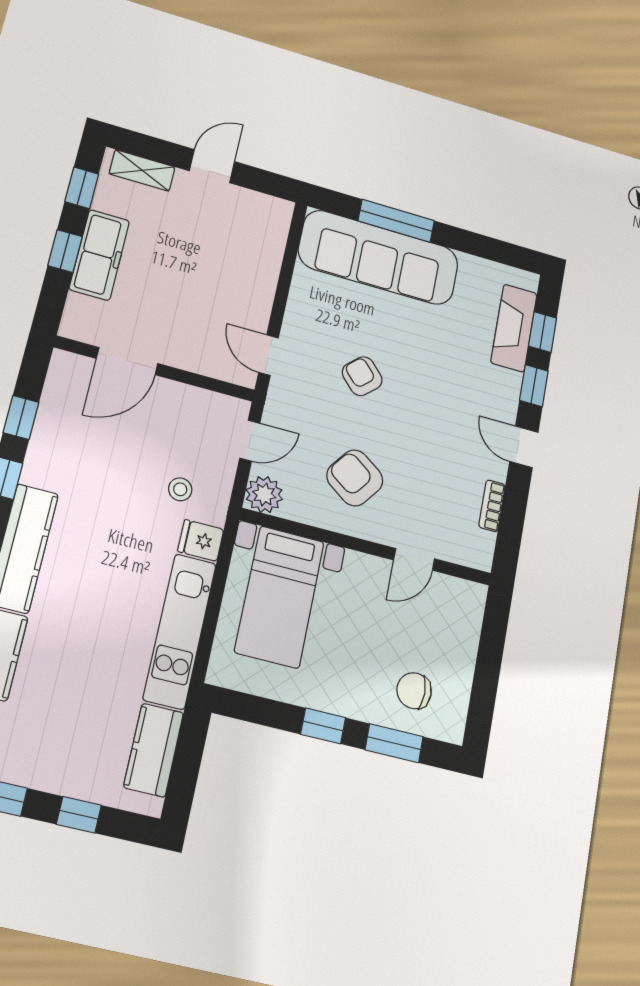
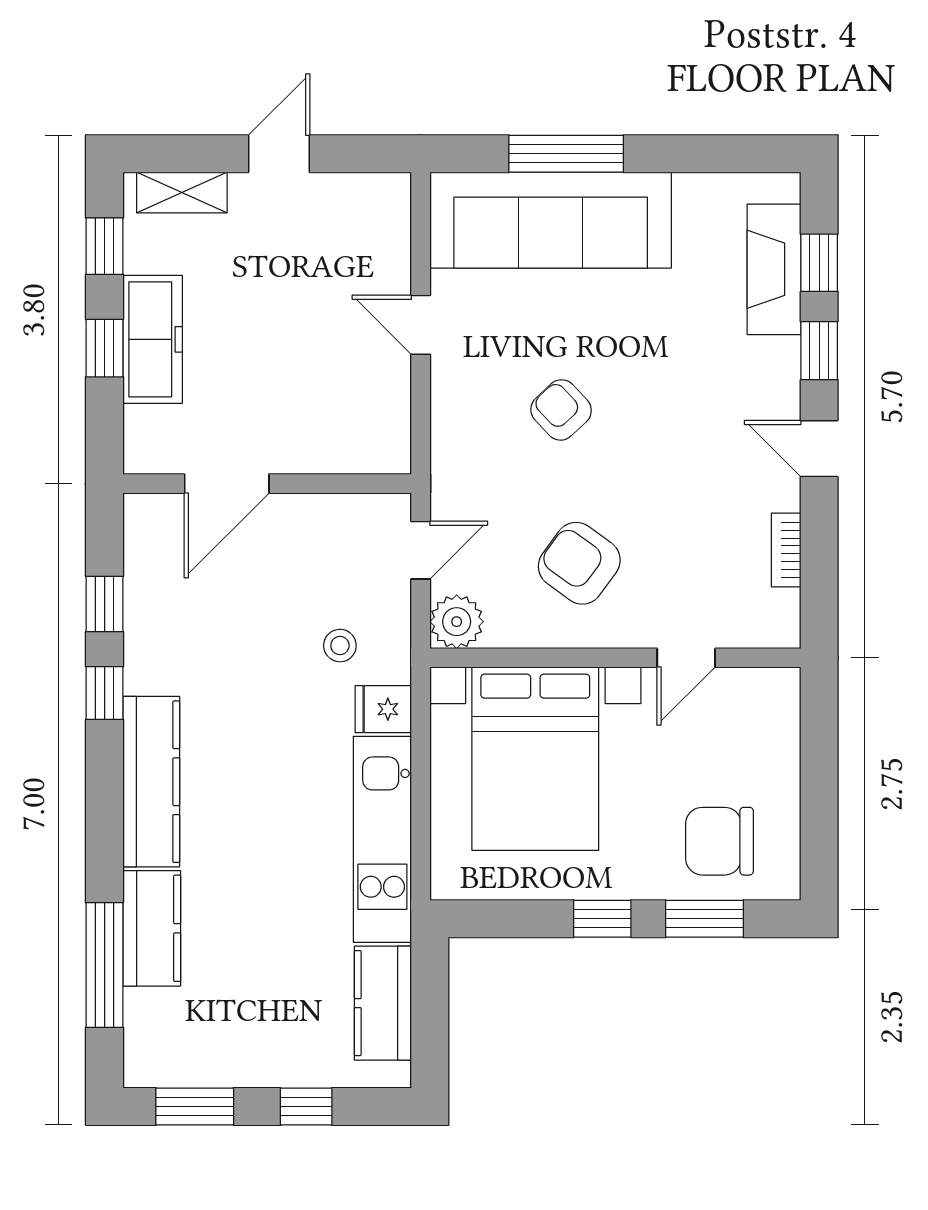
door: (268, 355) -> (421, 325), moved
bed with nightstands: (280, 597) -> (535, 759), width x1.36
chair: (414, 691) -> (720, 841), width x1.37, depth x1.37

